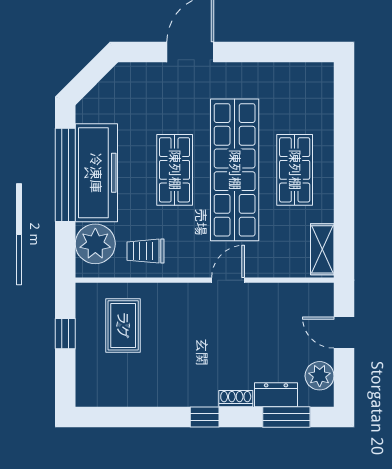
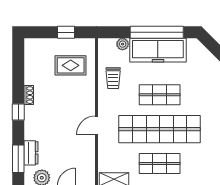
plant: (95, 244) -> (123, 44), width x0.53, depth x0.53
trolley: (146, 251) -> (113, 78), turned 180
door: (228, 280) -> (97, 125), swing flipped
shoe rack: (236, 399) -> (29, 95), moved

